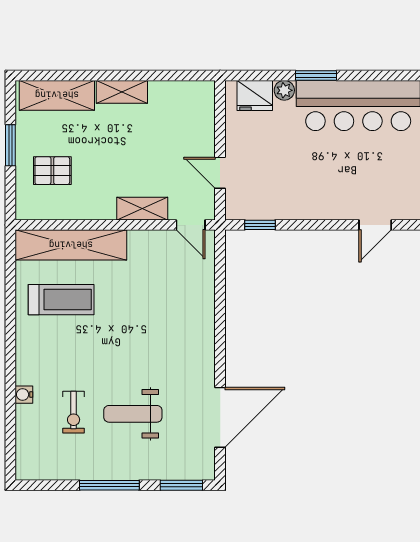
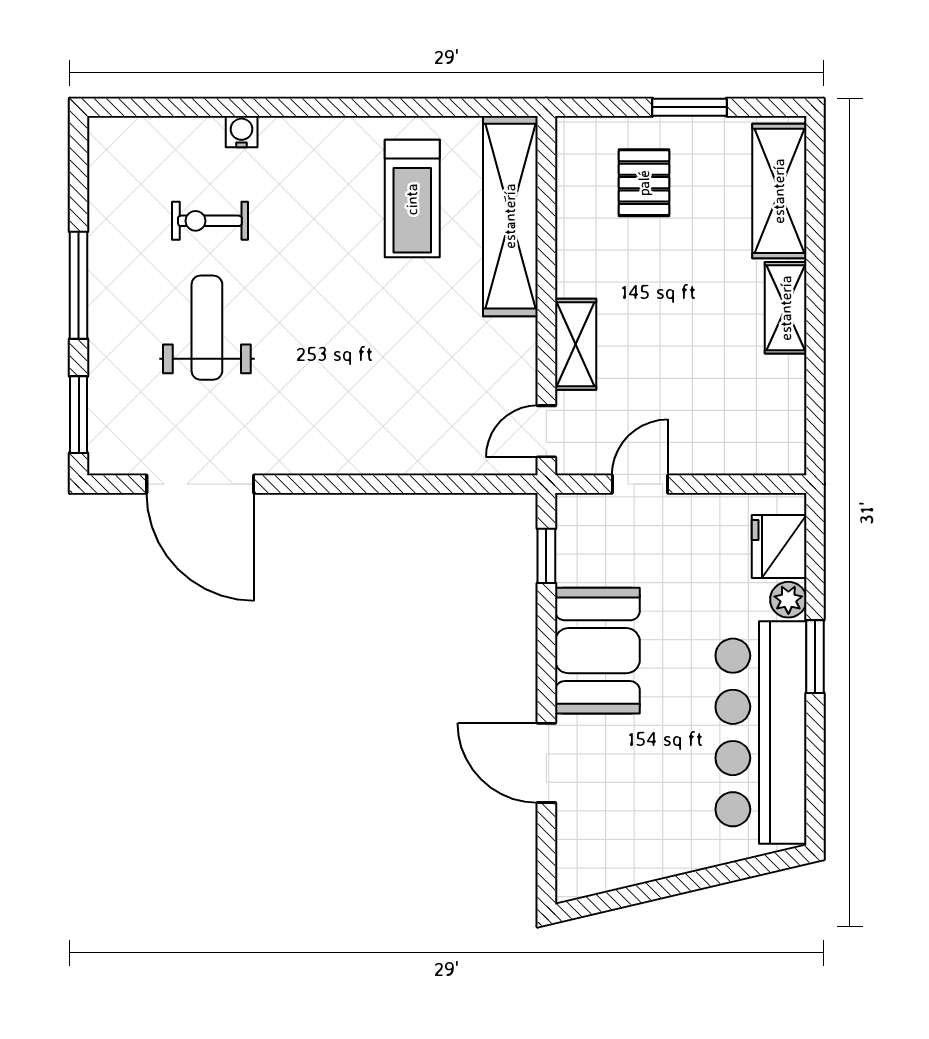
booth: (313, 197) -> (597, 651), added
door: (375, 225) -> (546, 763), width x1.38

